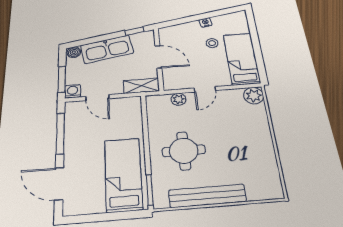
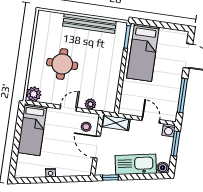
stool: (212, 43) -> (86, 127), moved
round table: (184, 151) -> (62, 64), moved

